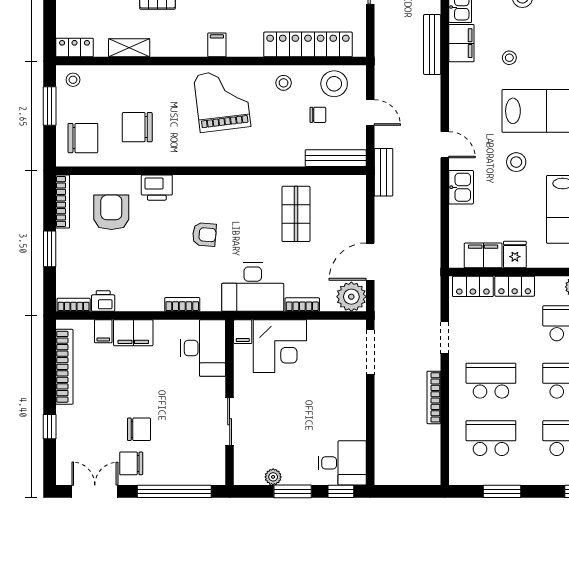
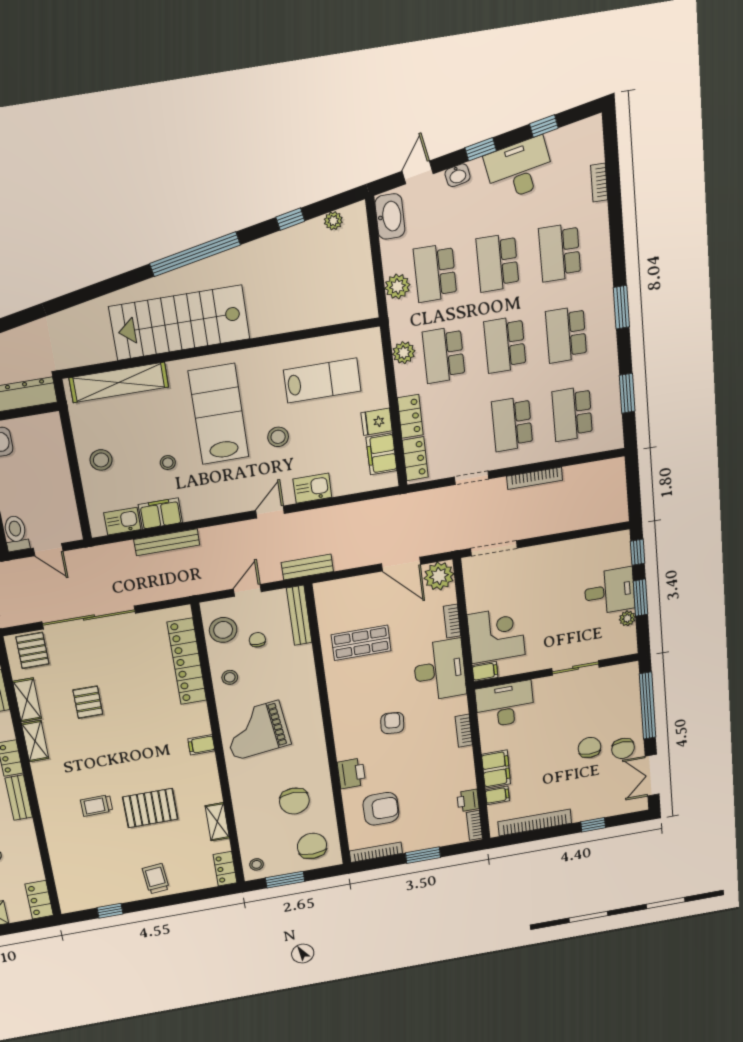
armchair: (111, 212) -> (381, 809), turned 180
desk: (342, 463) -> (609, 591), moved, turned 90

